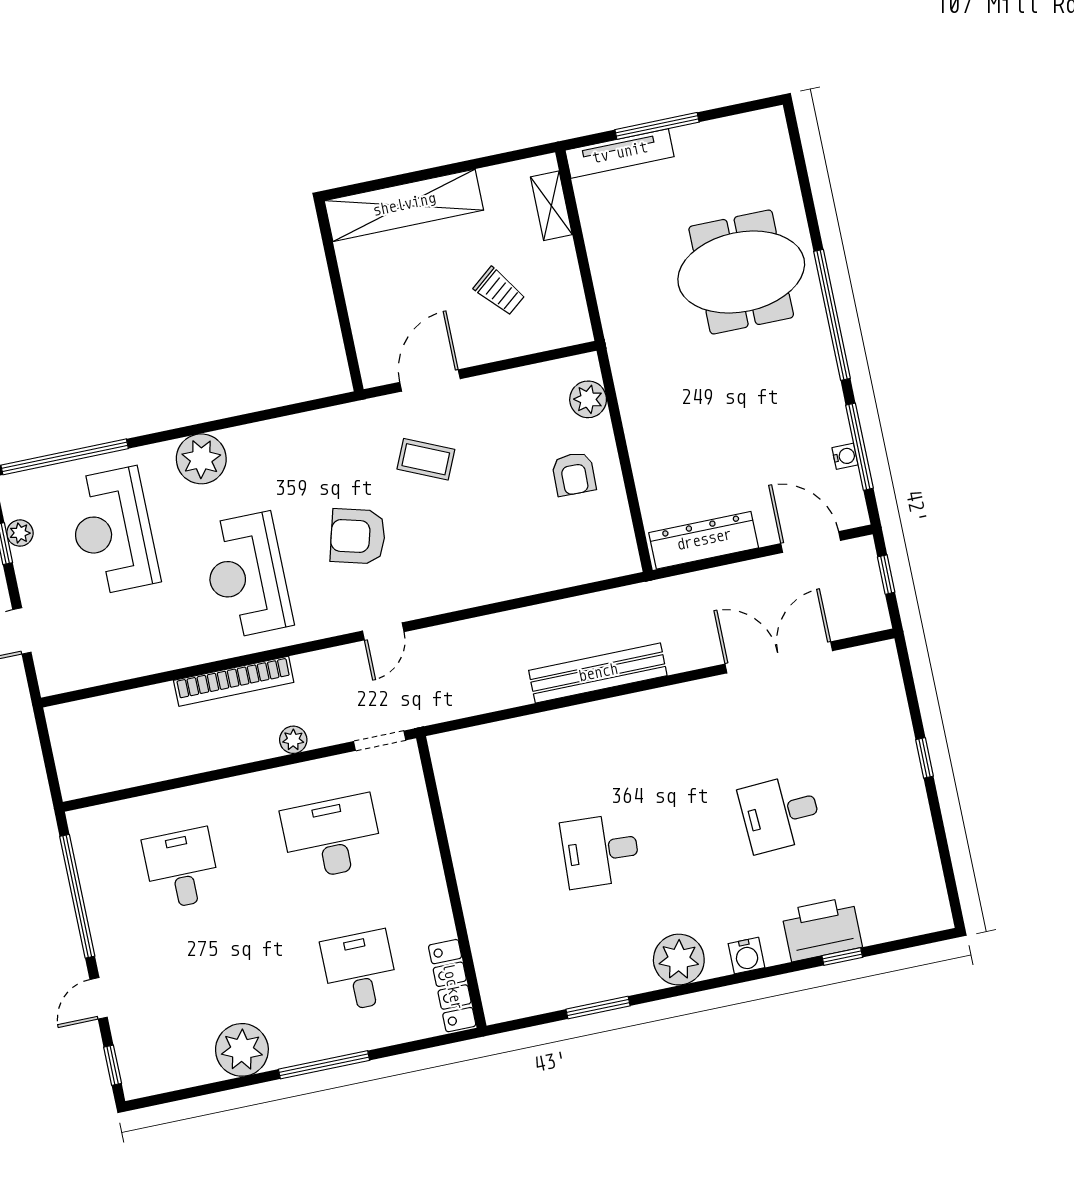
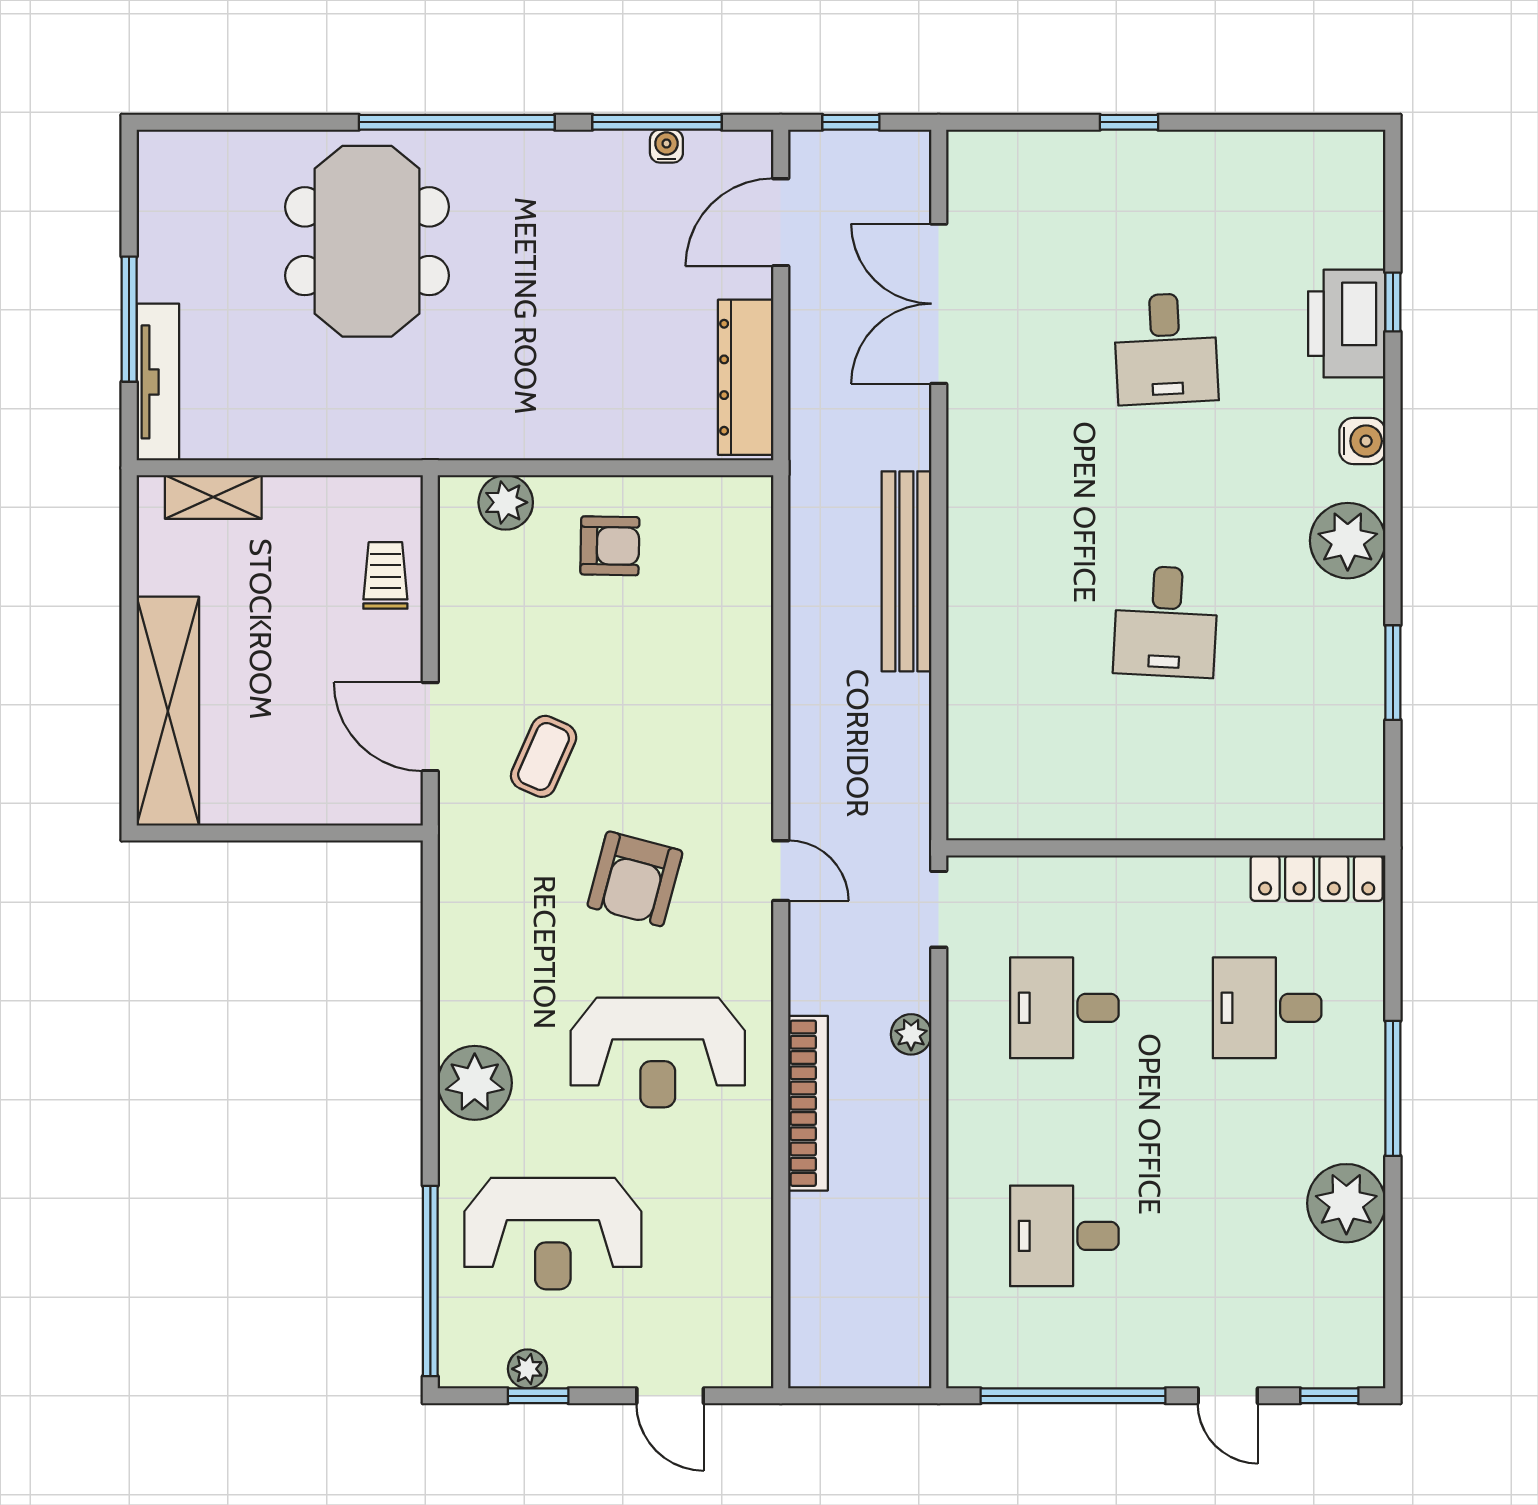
trolley: (499, 291) -> (385, 575), moved, turned -51
desk: (332, 837) -> (1064, 1008), width x0.73

